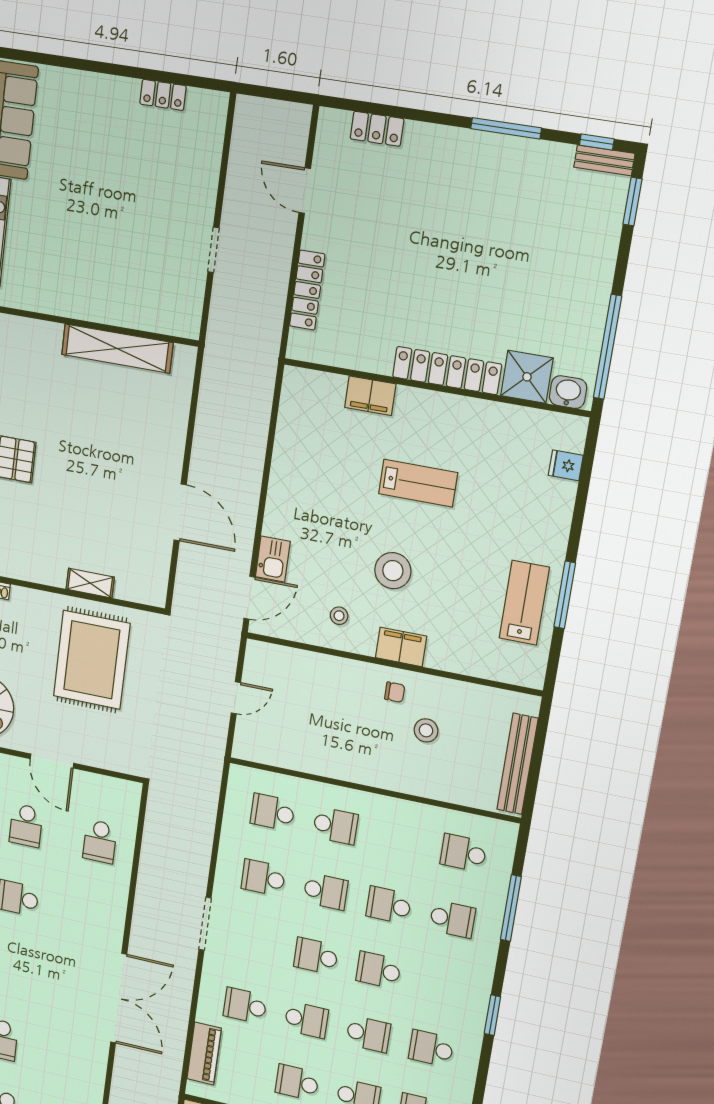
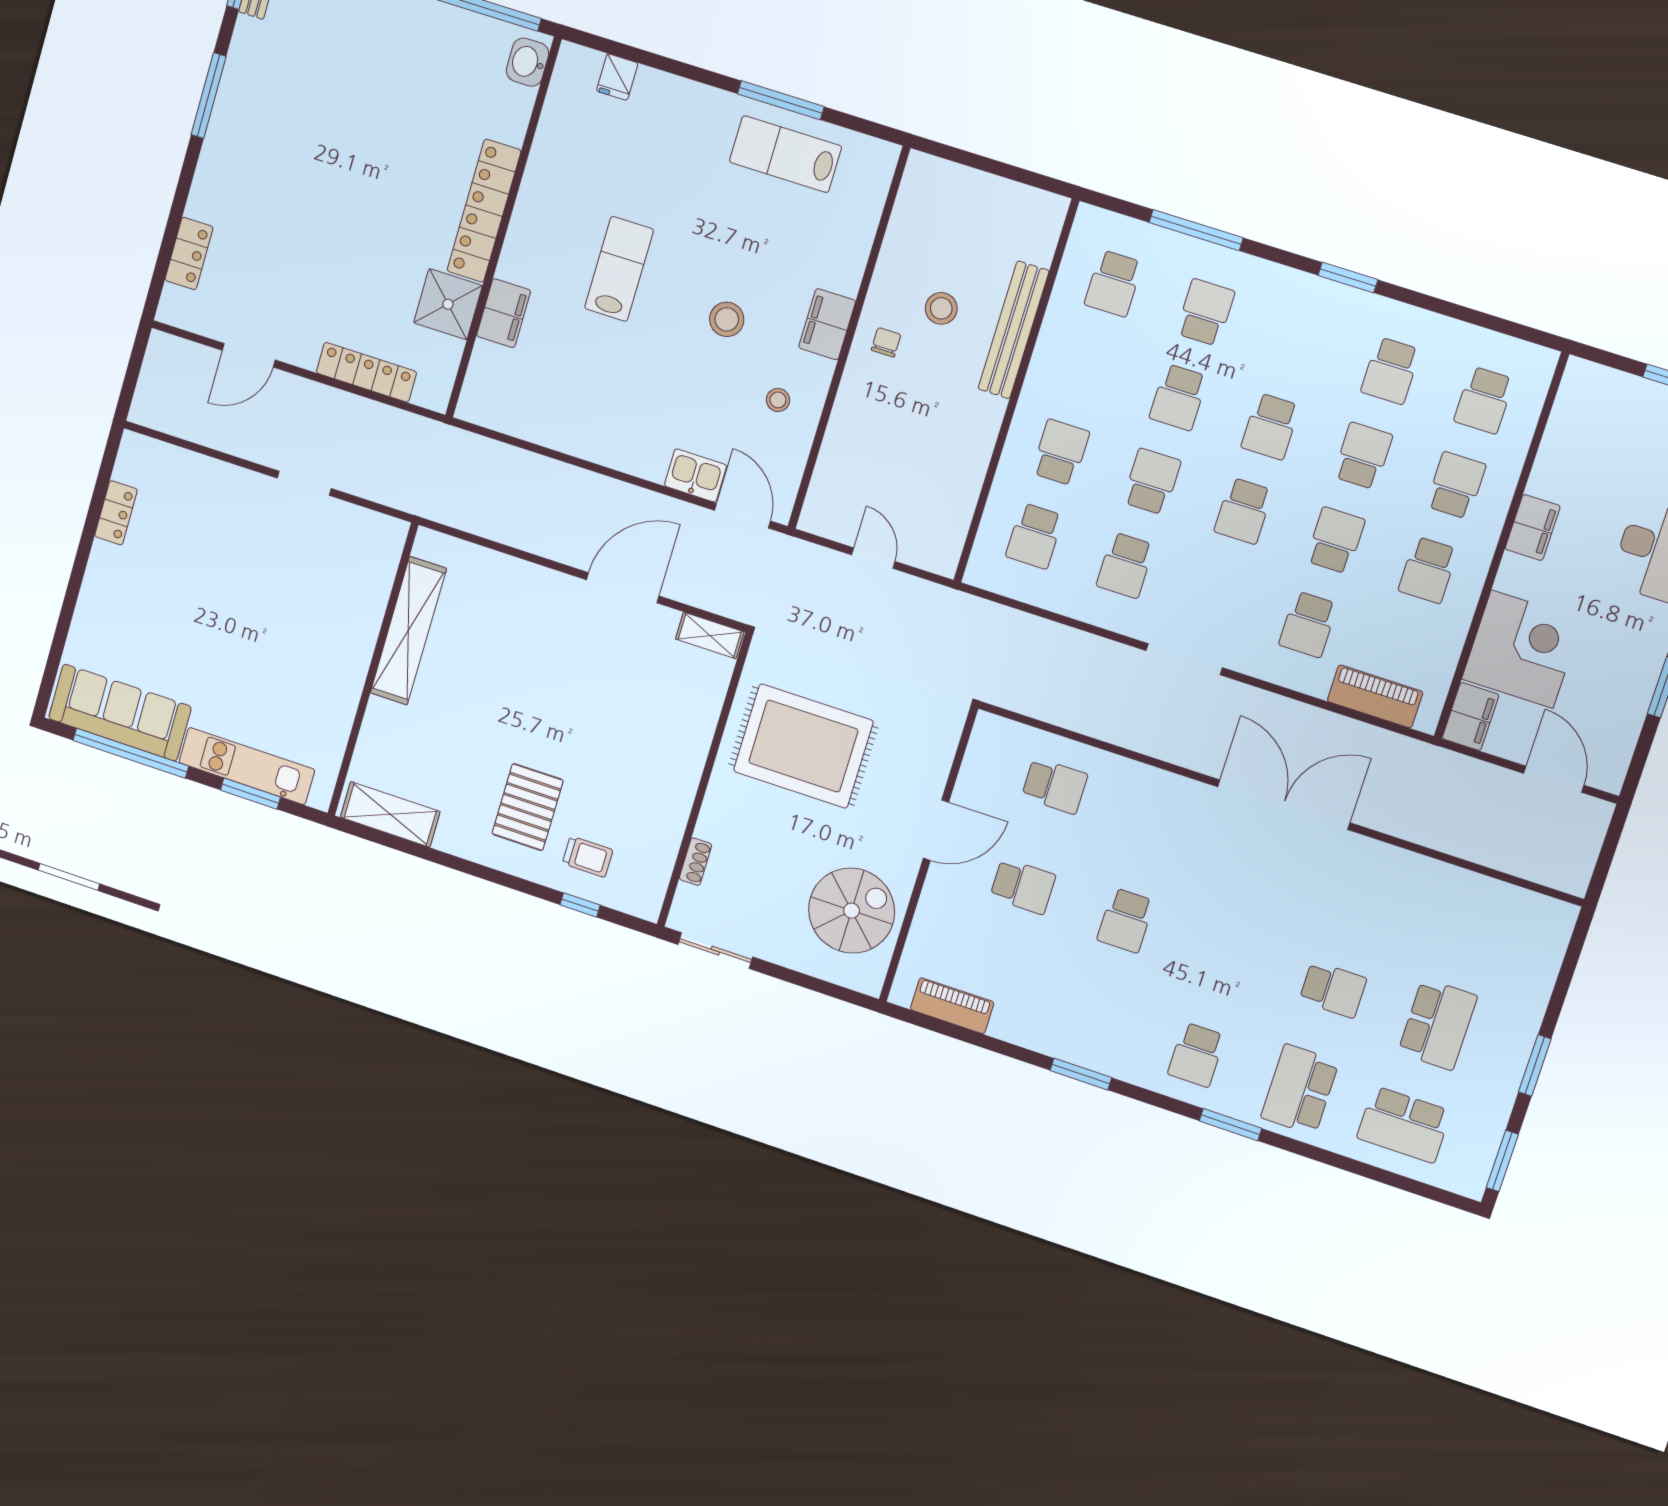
shower: (527, 377) -> (448, 304), moved
stool: (393, 571) -> (727, 319), width x0.73, depth x0.73
shelving: (90, 583) -> (710, 635), moved, turned 90
bench: (517, 764) -> (1013, 330), moved, turned 90

